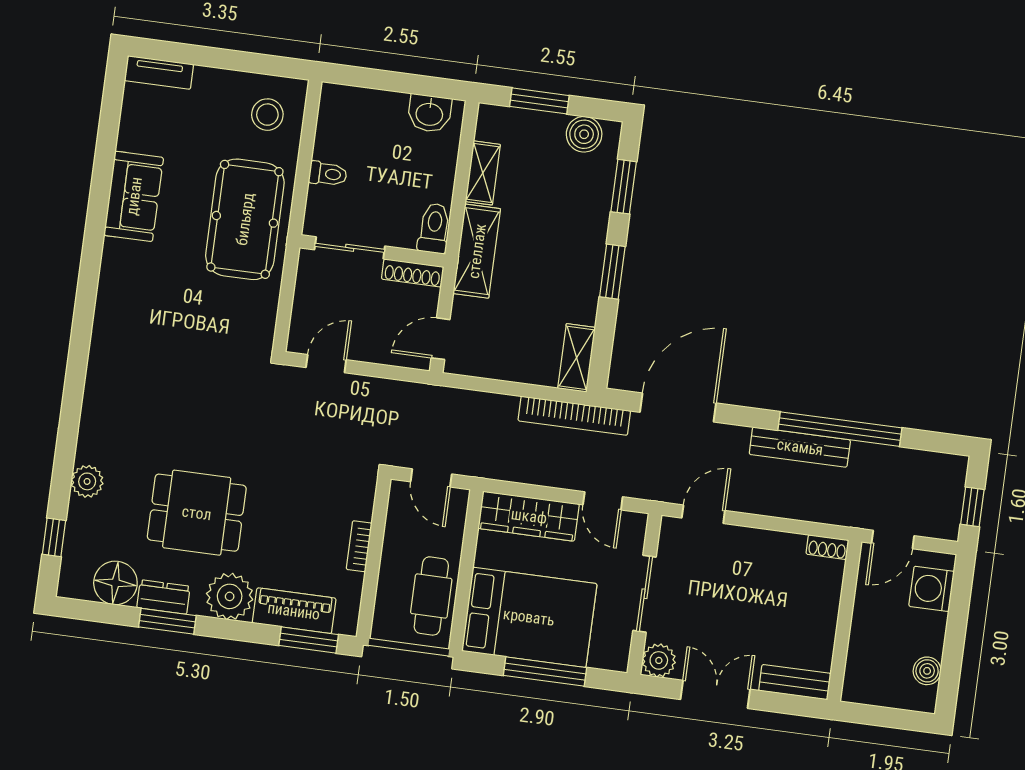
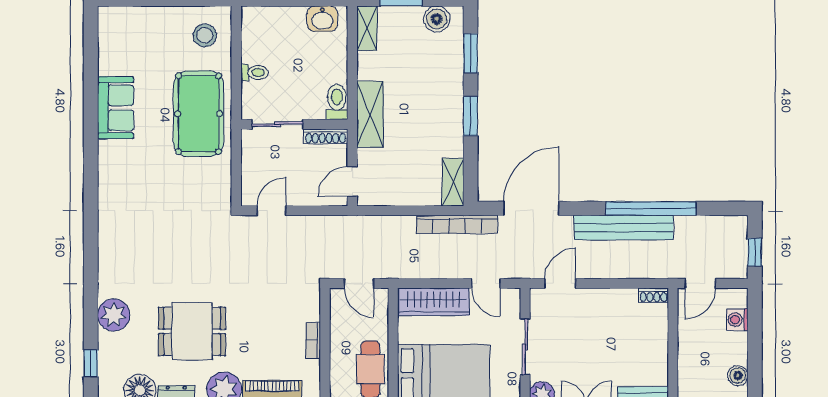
tv unit: (159, 72) -> (122, 15), removed
shelving: (483, 173) -> (367, 28), moved
bench: (800, 447) -> (624, 228), width x1.37, depth x1.21
plant: (87, 481) -> (114, 315), width x1.36, depth x1.36
washing machine: (931, 589) -> (737, 320), width x0.73, depth x0.73

